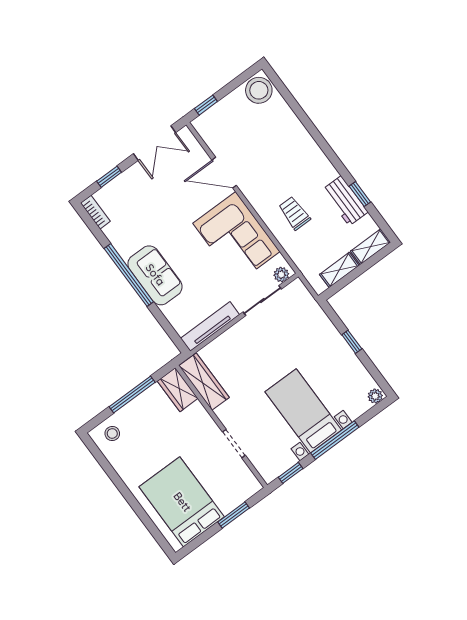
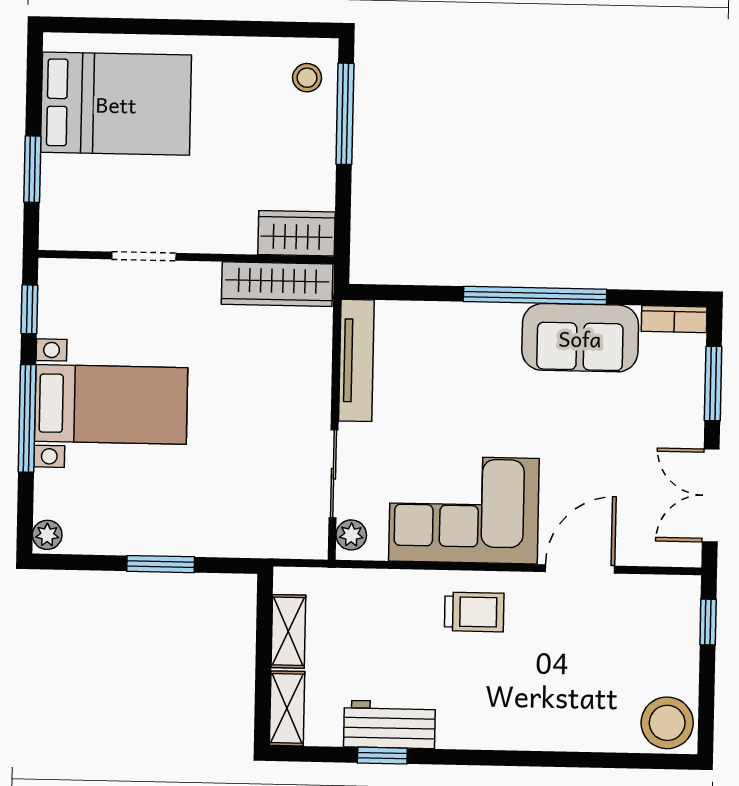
window: (109, 177) -> (713, 384), width x1.50
trolley: (294, 213) -> (474, 612), moved
sofa: (155, 275) -> (580, 338), moved
window: (352, 342) -> (161, 564), width x1.50
window: (132, 394) -> (345, 114), moved

